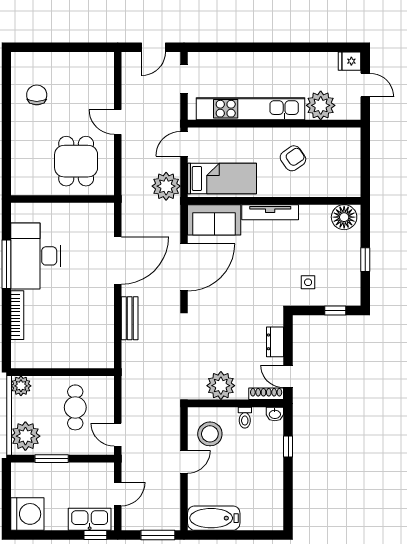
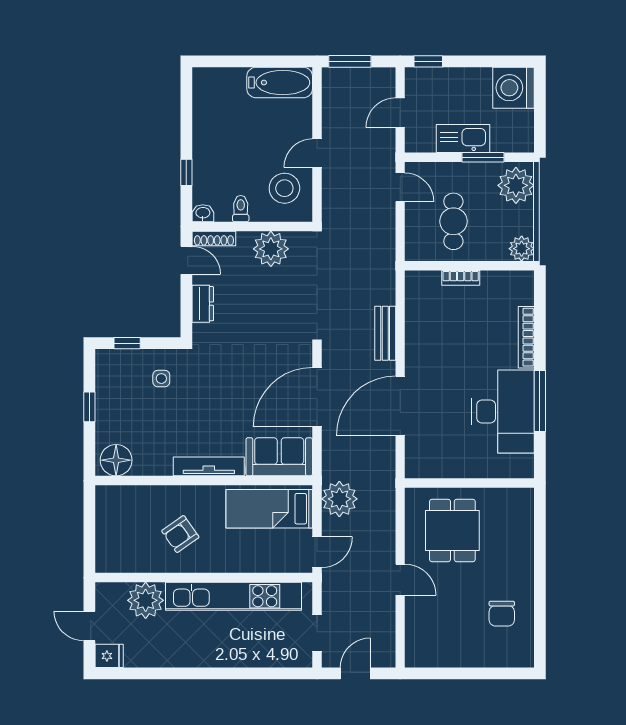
bookcase: (69, 362) -> (461, 278), added
kitchen sink: (90, 519) -> (463, 139), moved, turned 180

